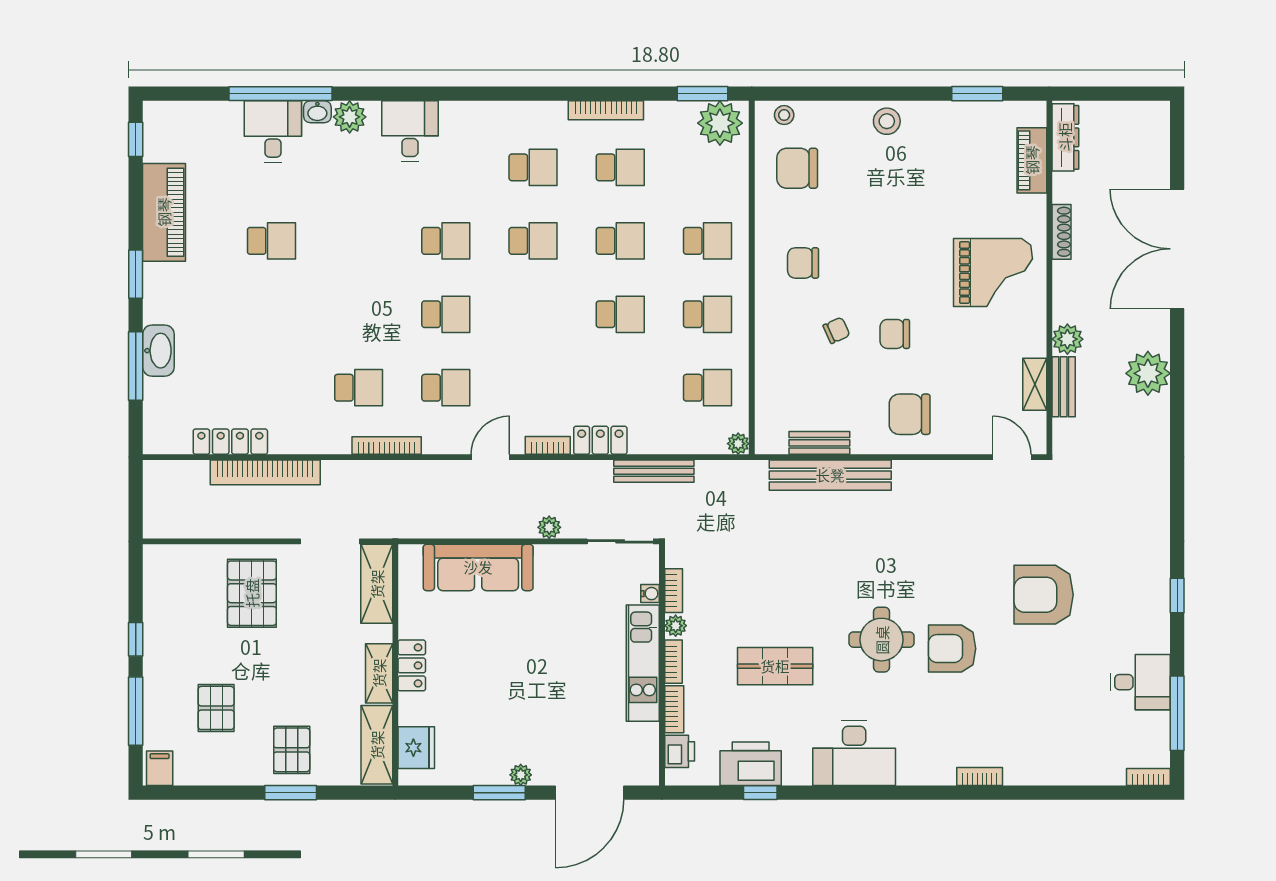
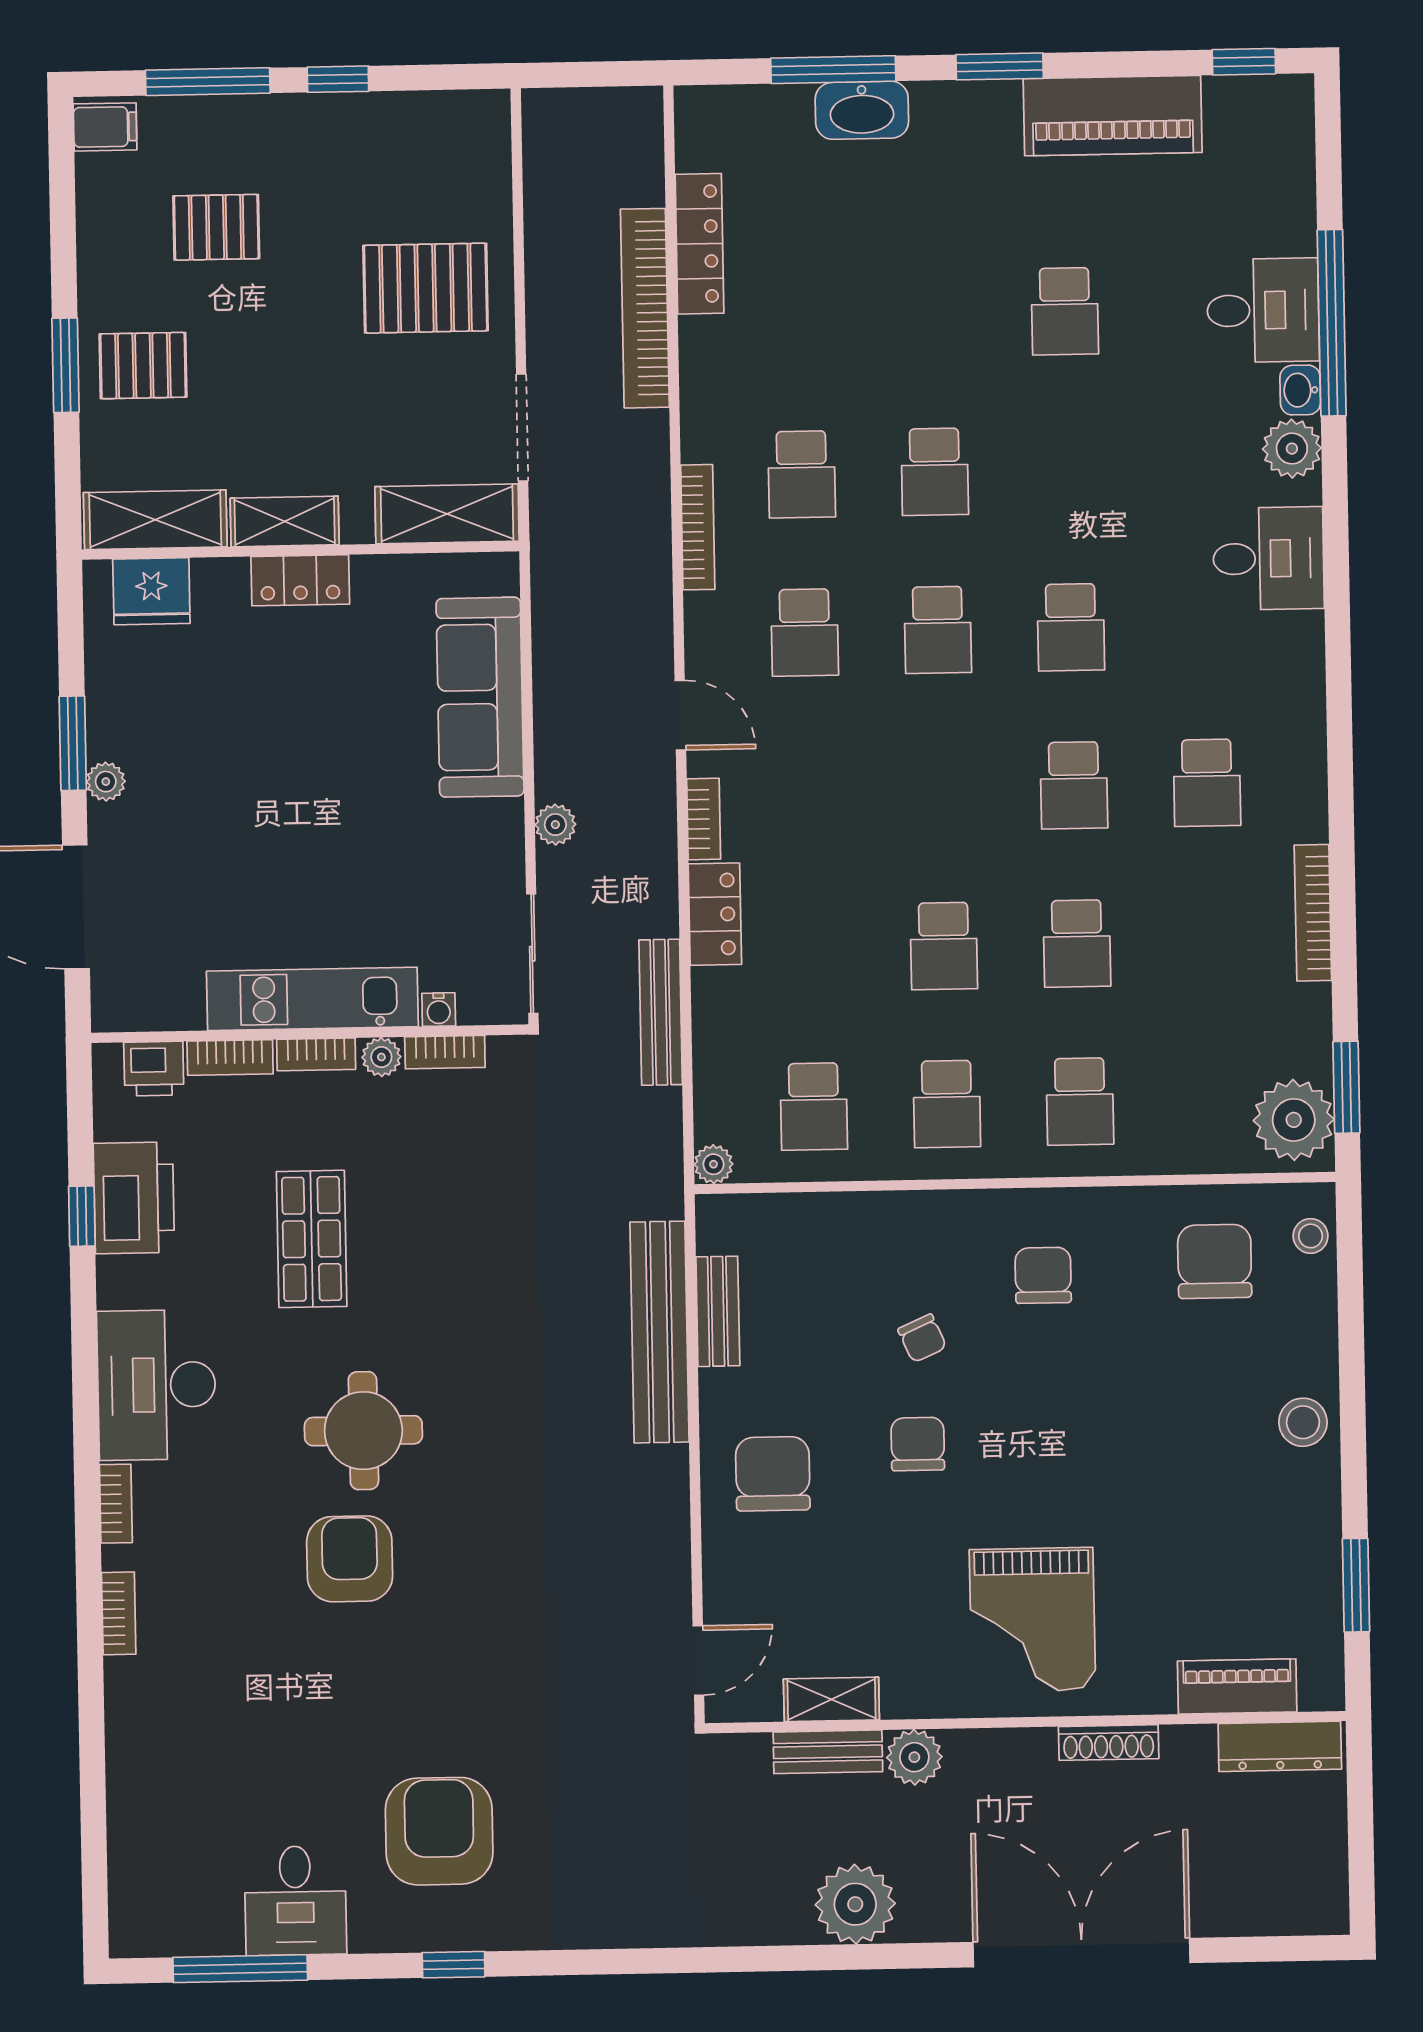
school desk: (620, 167) -> (935, 472), moved
armchair: (1044, 595) -> (439, 1831), moved
bookcase: (1148, 777) -> (116, 1504), moved

